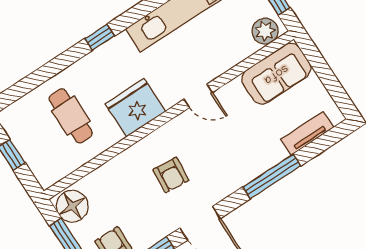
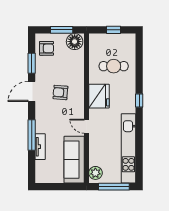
sofa: (276, 74) -> (74, 160), width x1.36
door: (198, 96) -> (87, 126), hinge flipped
tv unit: (307, 133) -> (40, 147), moved

